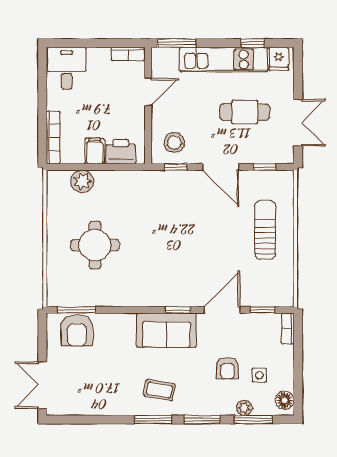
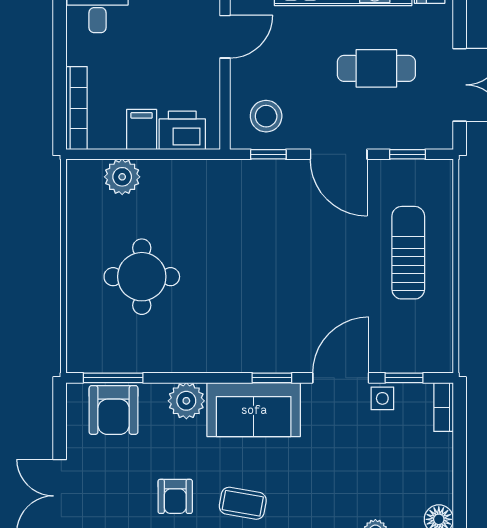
plant: (123, 324) -> (186, 401), added
armchair: (227, 368) -> (175, 496), moved
side table: (259, 375) -> (382, 398), moved

